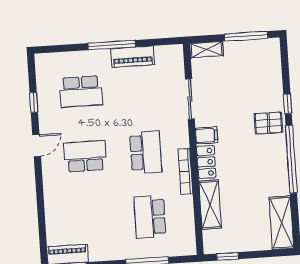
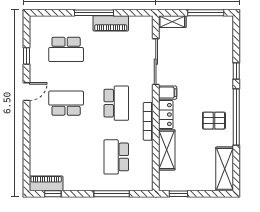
sliding door: (190, 99) -> (156, 62), width x1.37
pallet: (268, 123) -> (214, 121), moved

